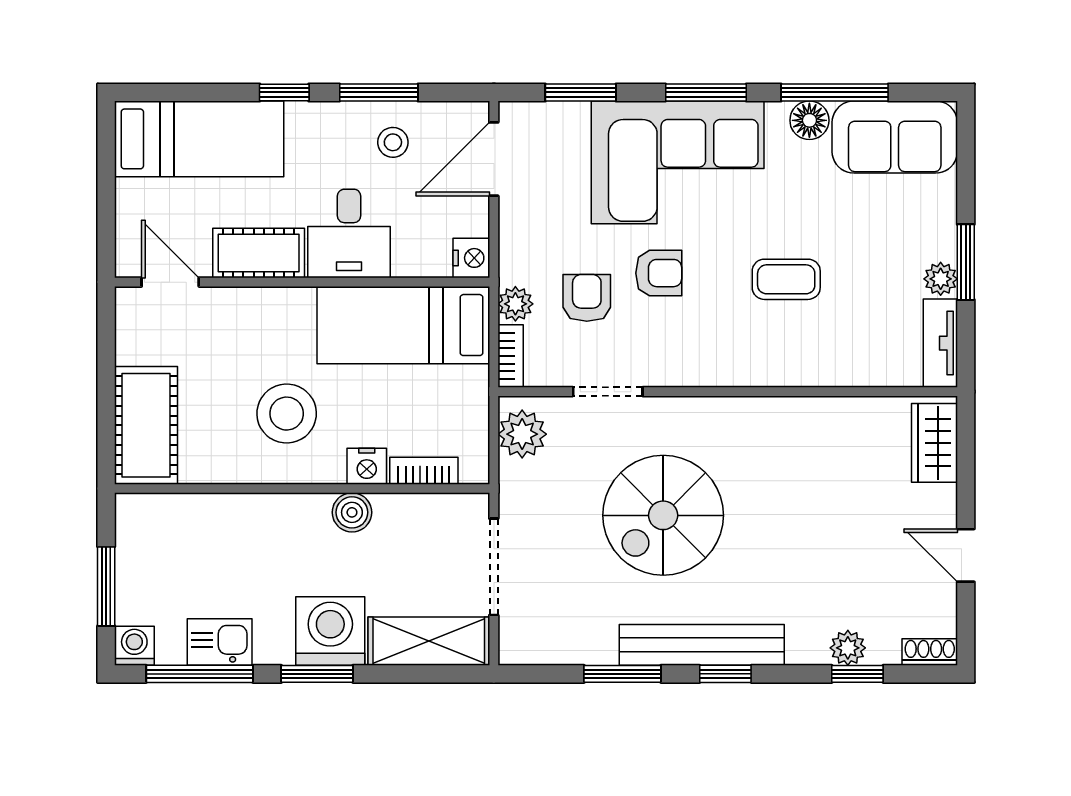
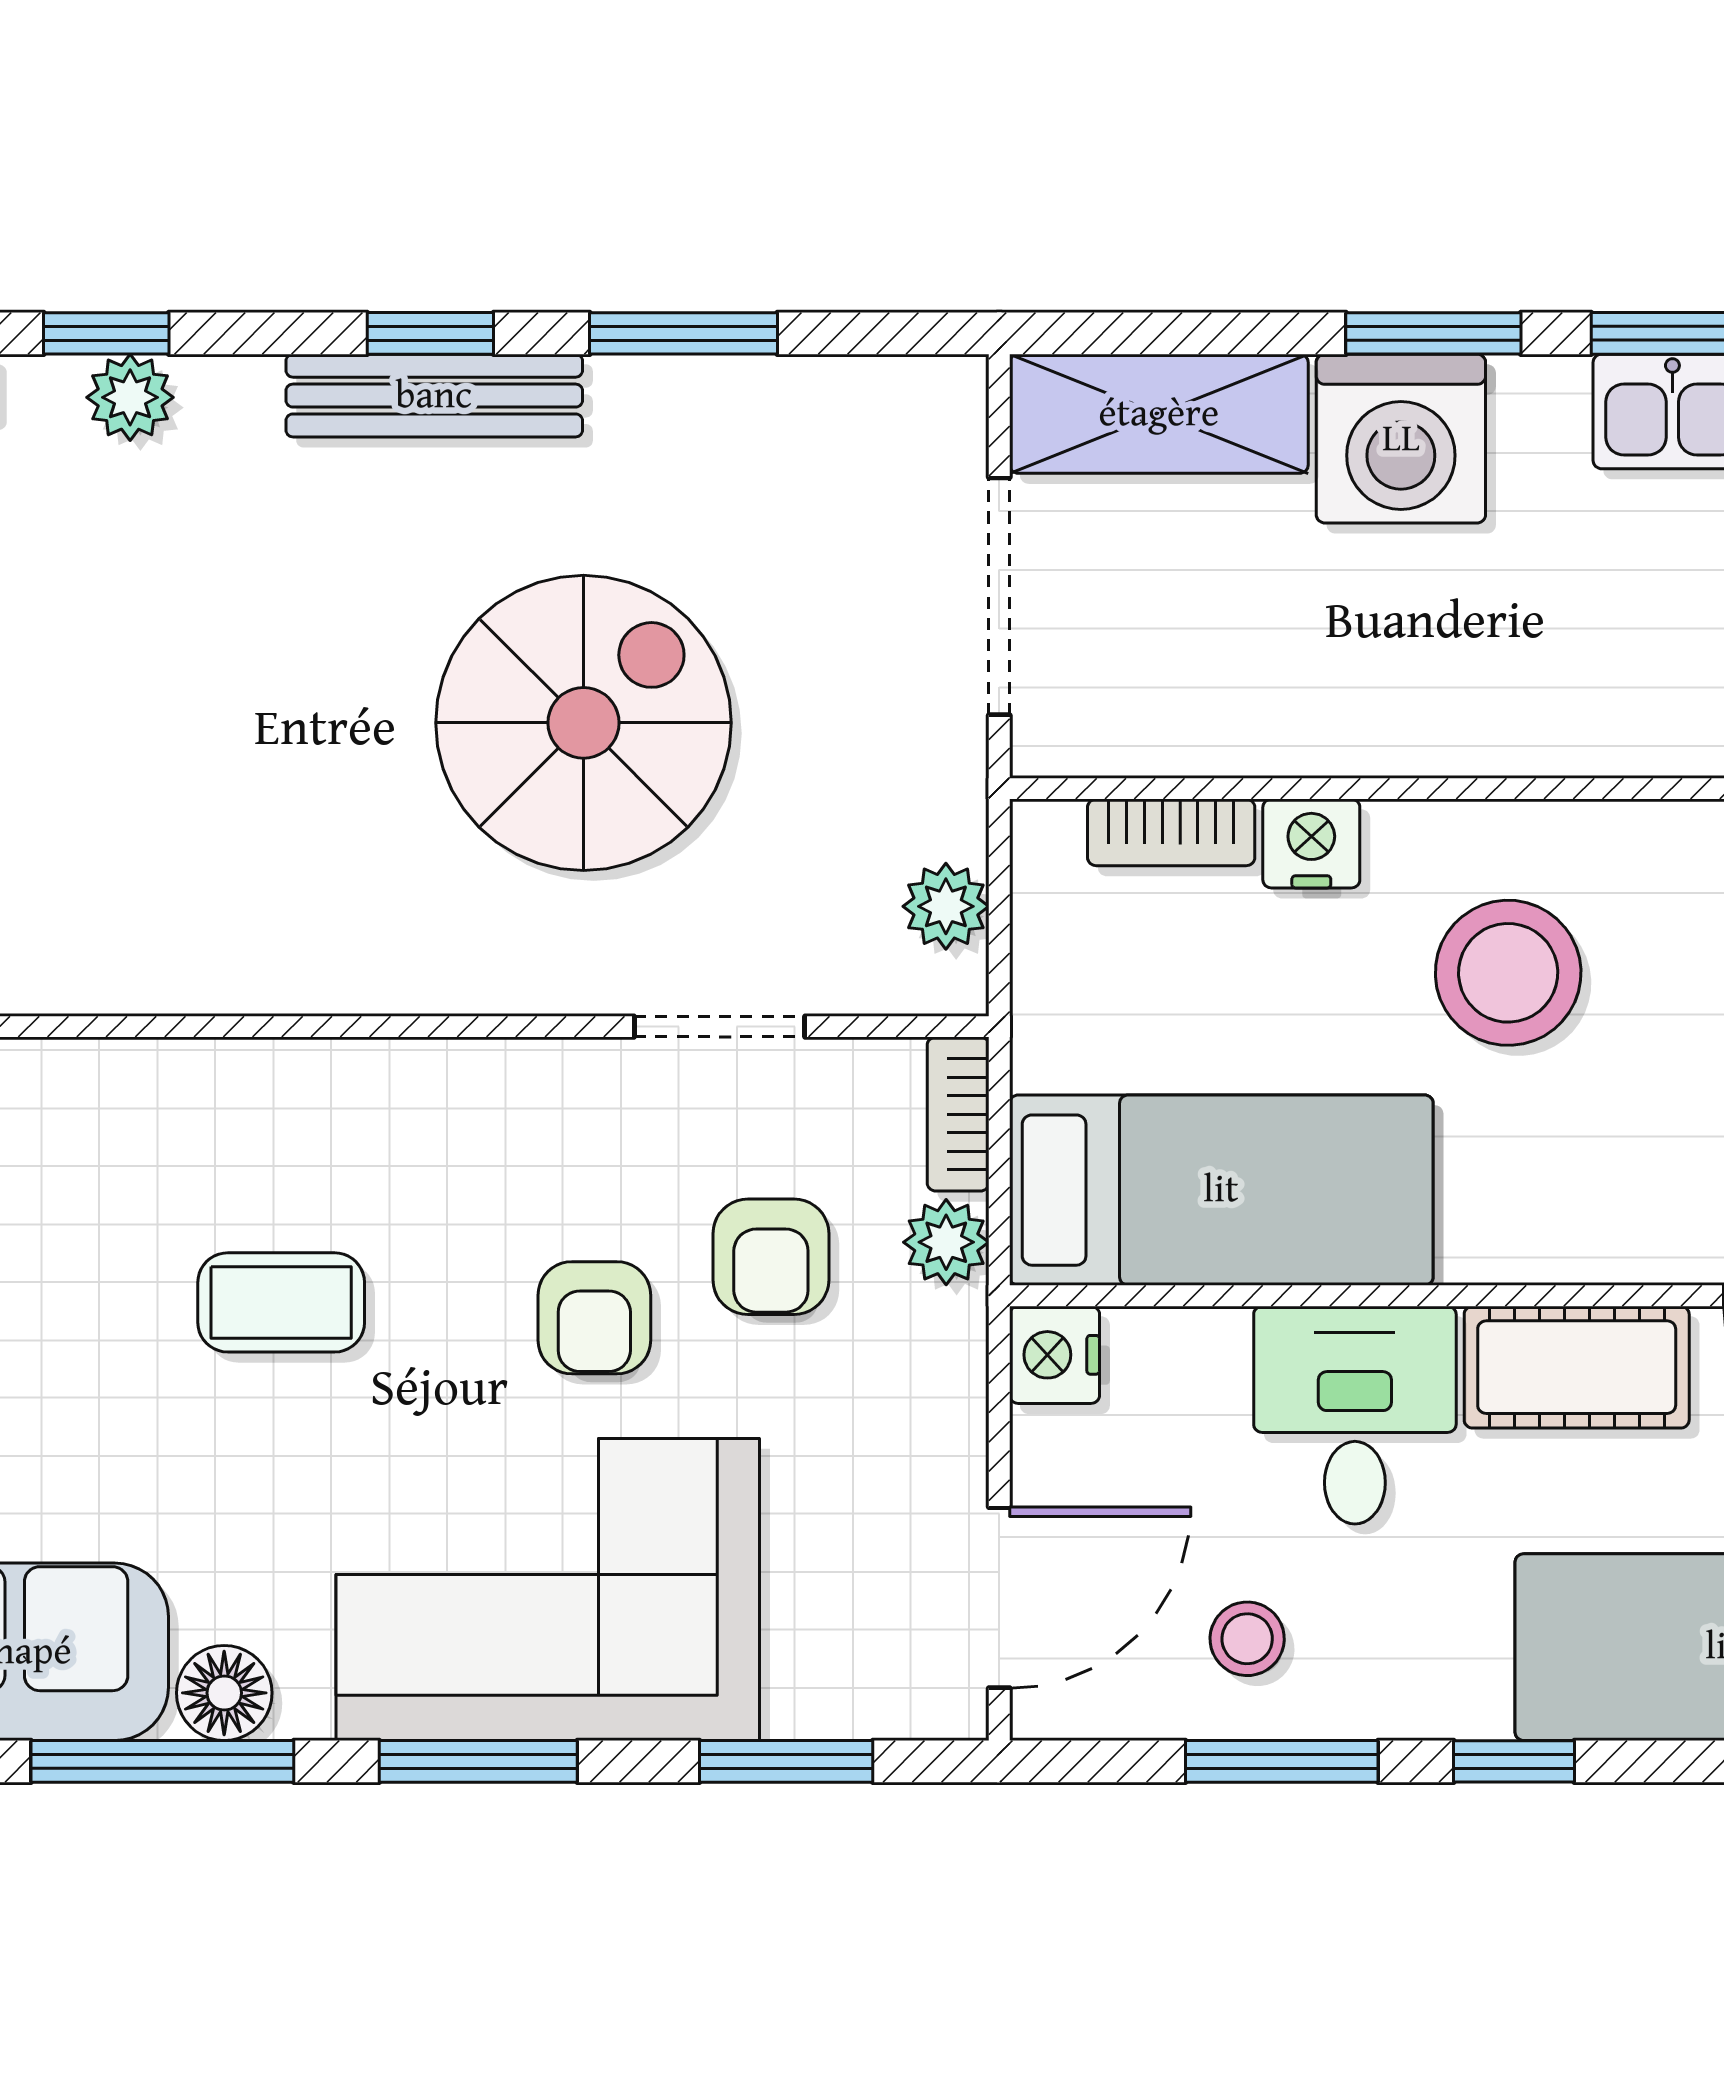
armchair: (659, 273) -> (594, 1318), turned -90
plant: (522, 434) -> (946, 906), width x0.73, depth x0.73
boiler: (352, 512) -> (1348, 730), removed
bench: (702, 645) -> (434, 396), width x0.73, depth x0.82

